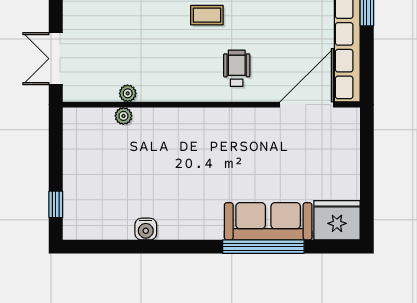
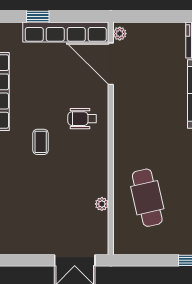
plant: (123, 116) -> (120, 34), moved
cafe table: (136, 151) -> (147, 198), added

